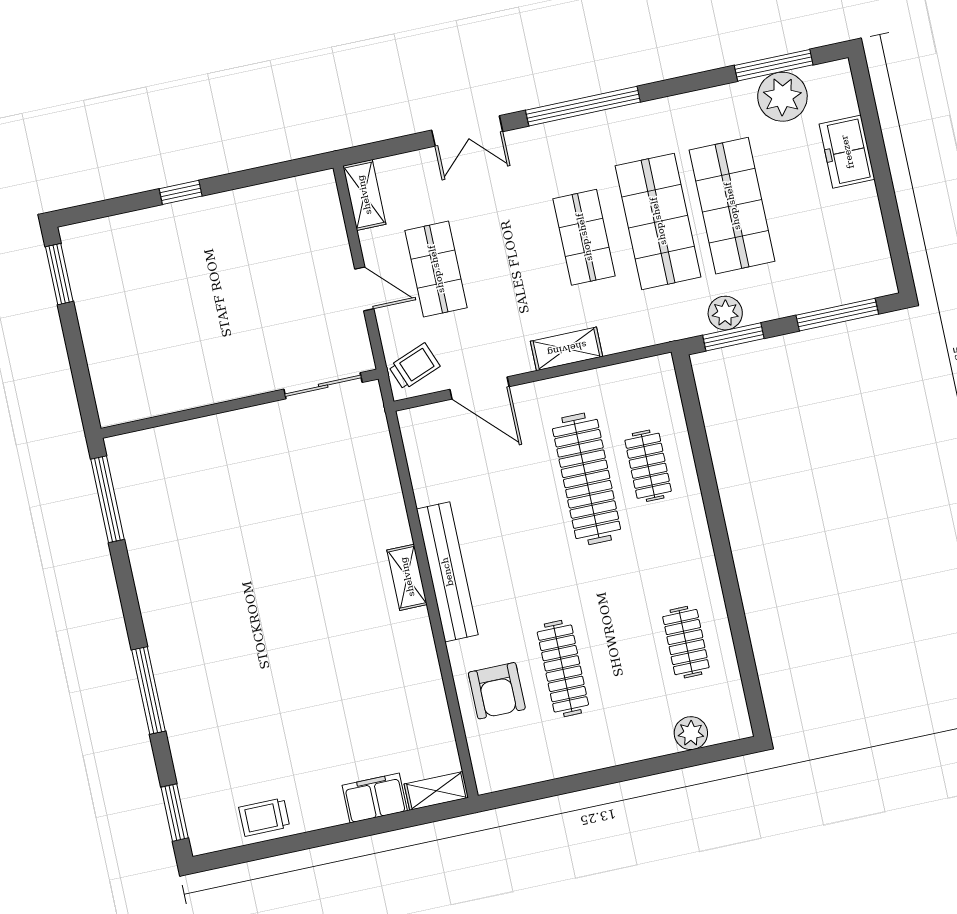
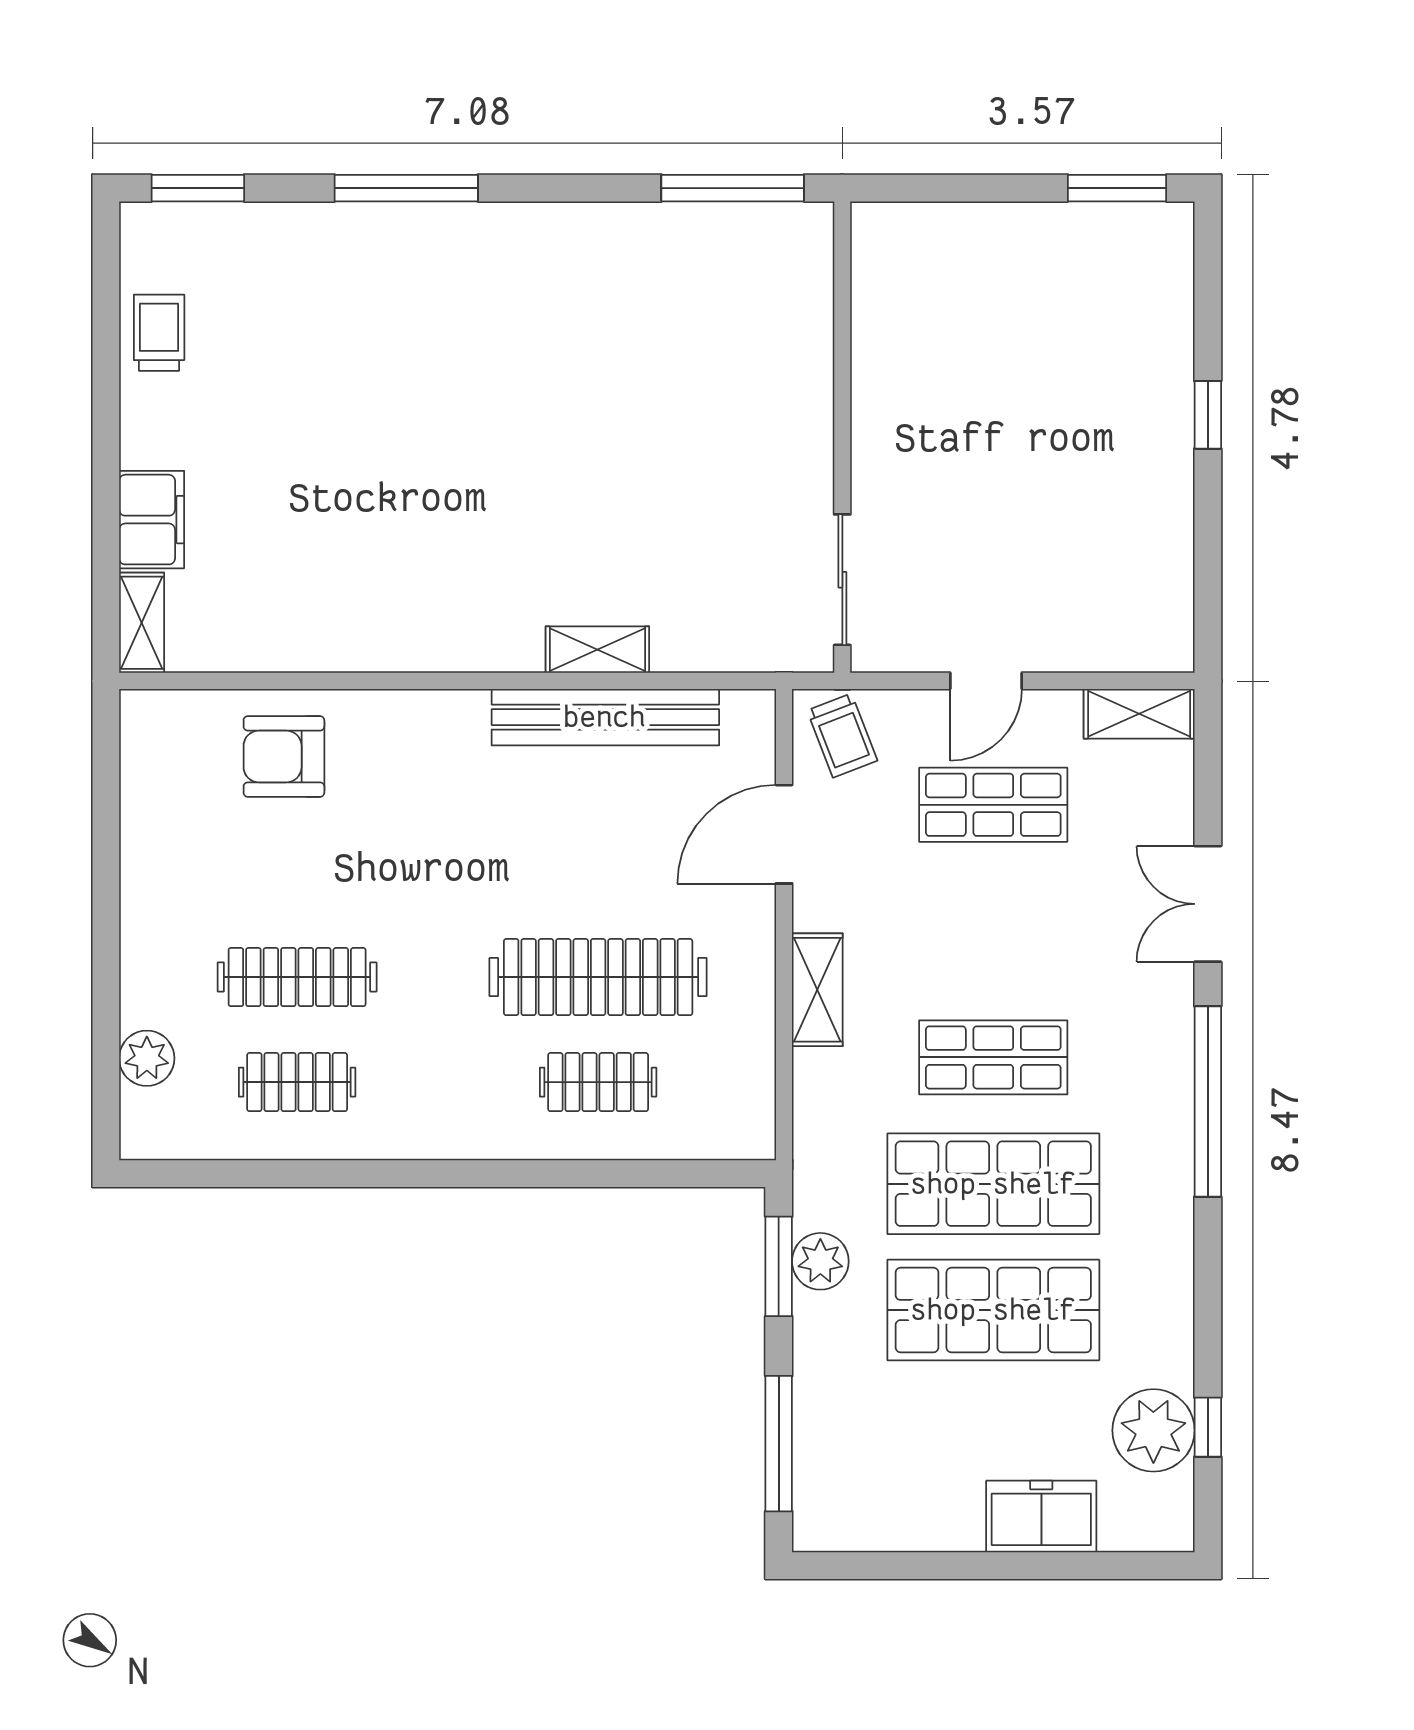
window: (774, 65) -> (1208, 1427), width x0.46
bench: (447, 572) -> (605, 717), moved
shelving: (407, 577) -> (597, 650), moved
clothes rail: (563, 668) -> (297, 977), moved

